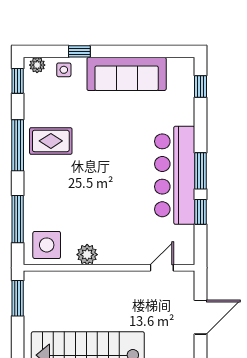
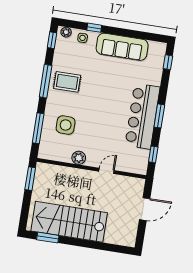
window: (201, 212) -> (153, 154), moved
side table: (47, 245) -> (66, 125), moved
door: (162, 268) -> (106, 171), moved

